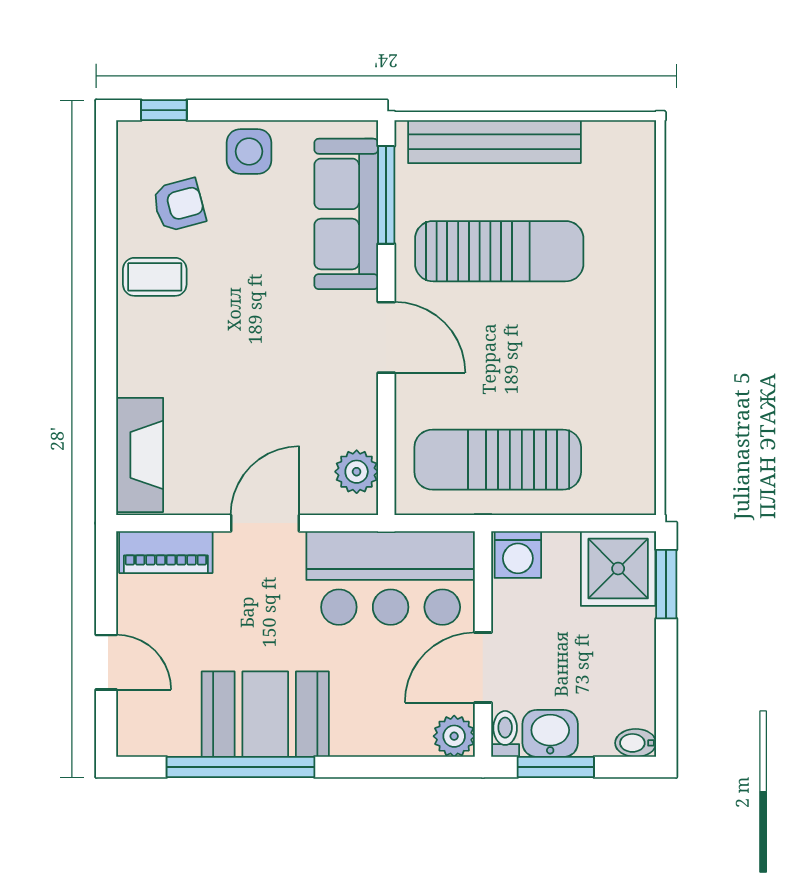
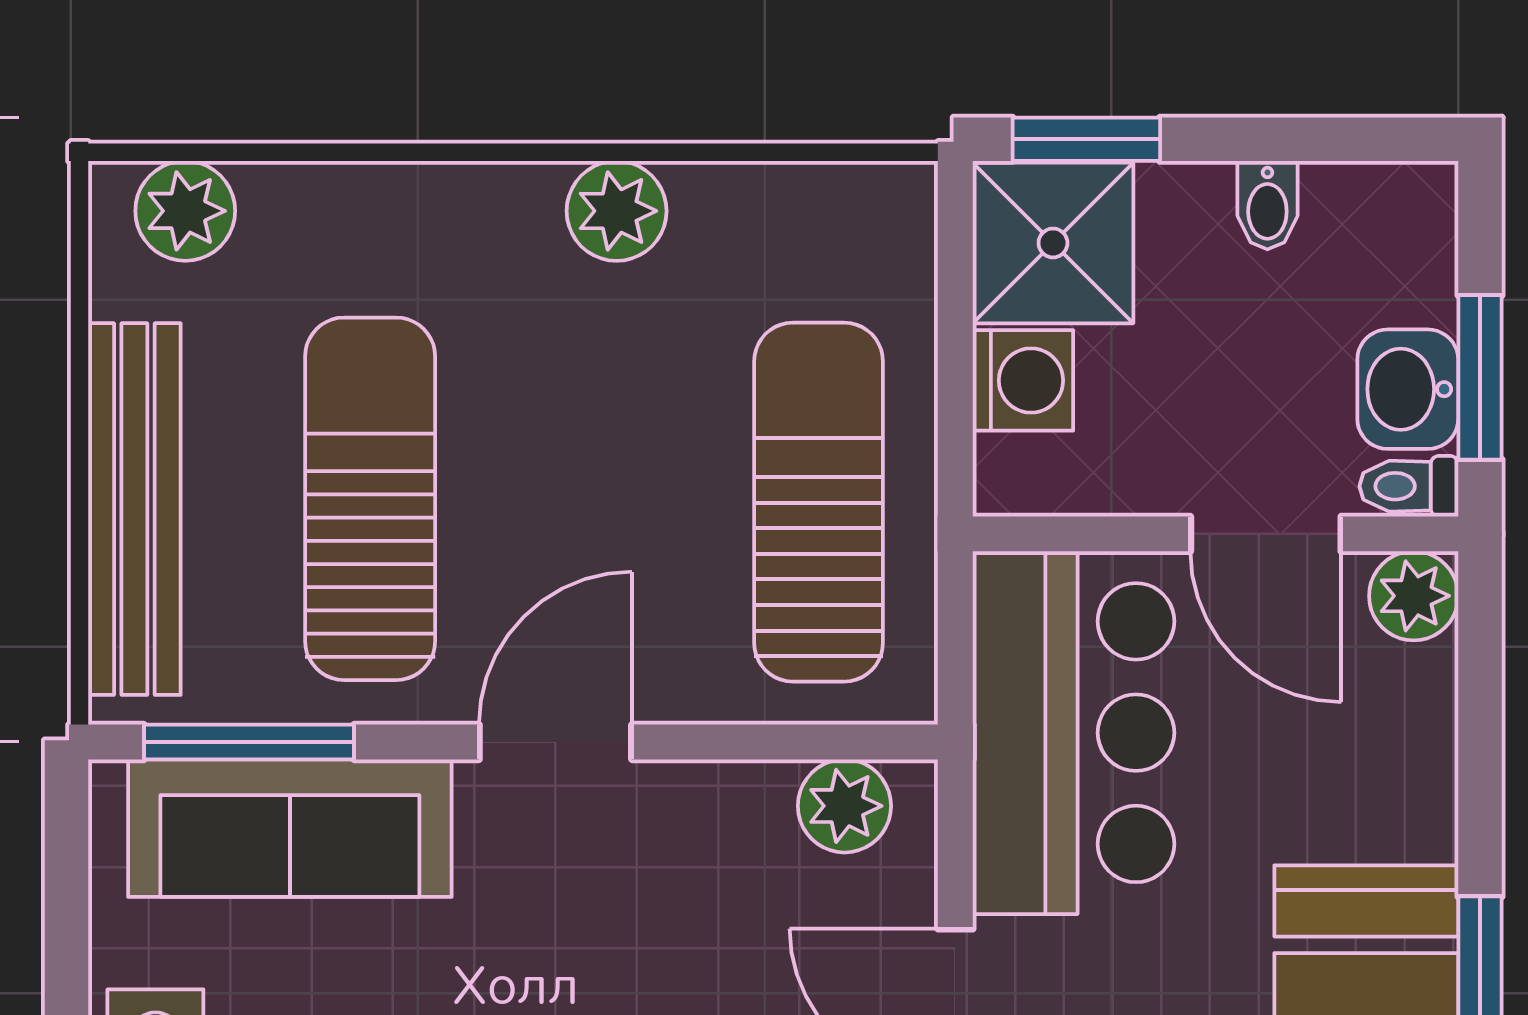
plant: (633, 165) -> (185, 211), added
plant: (633, 366) -> (617, 211), added
sun lounger: (498, 460) -> (819, 502), turned 180
washing machine: (518, 555) -> (1023, 380), moved
bidet: (636, 743) -> (1267, 205), moved

